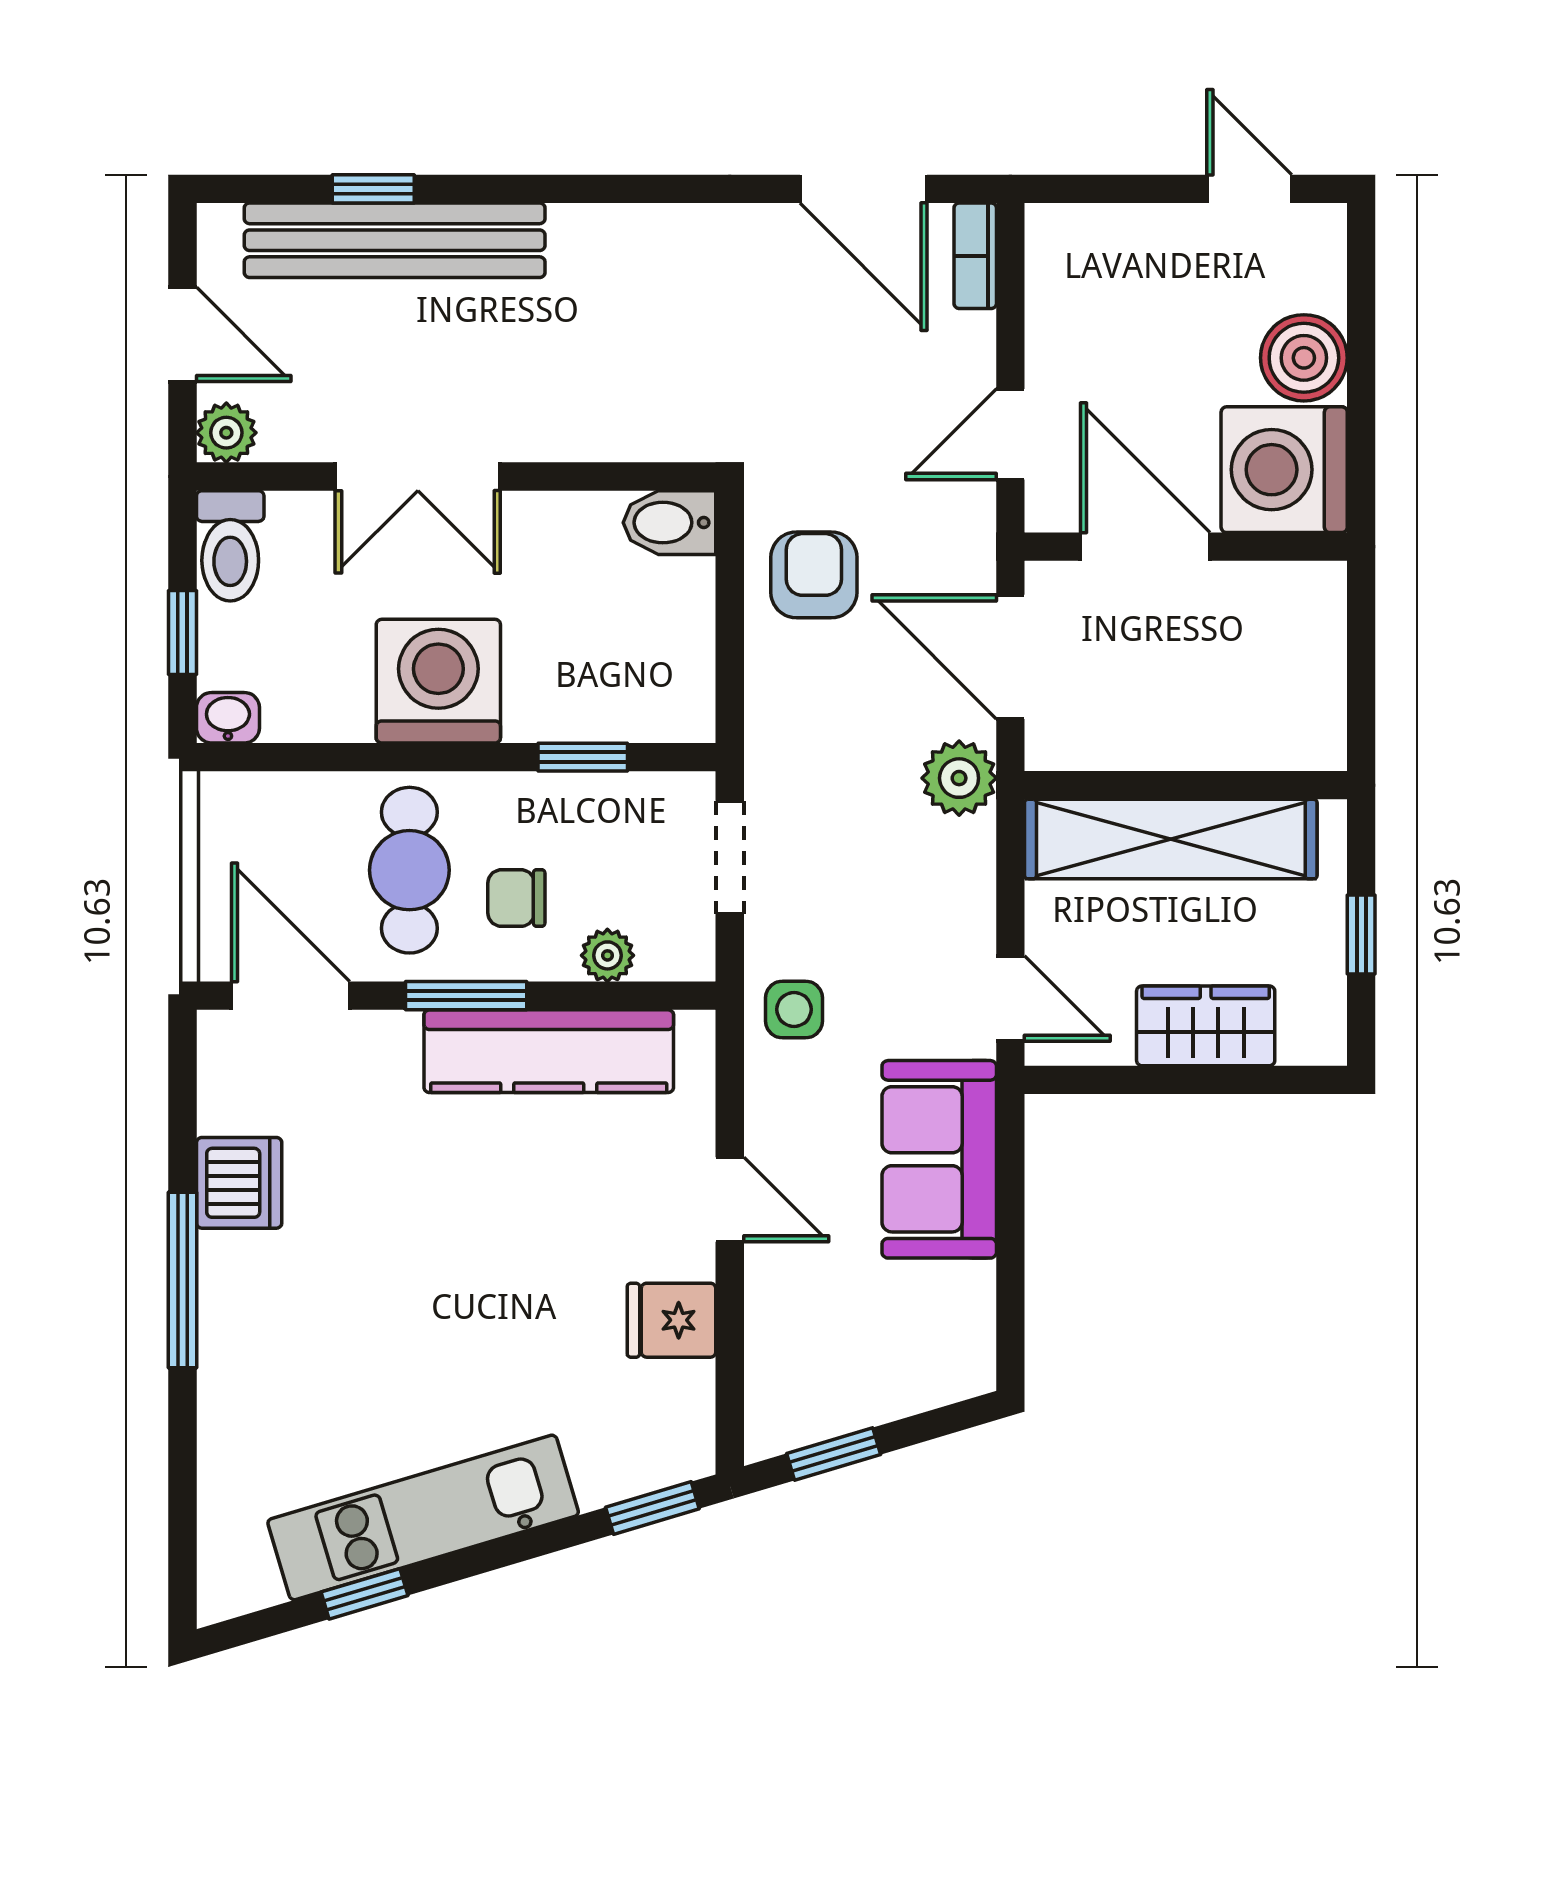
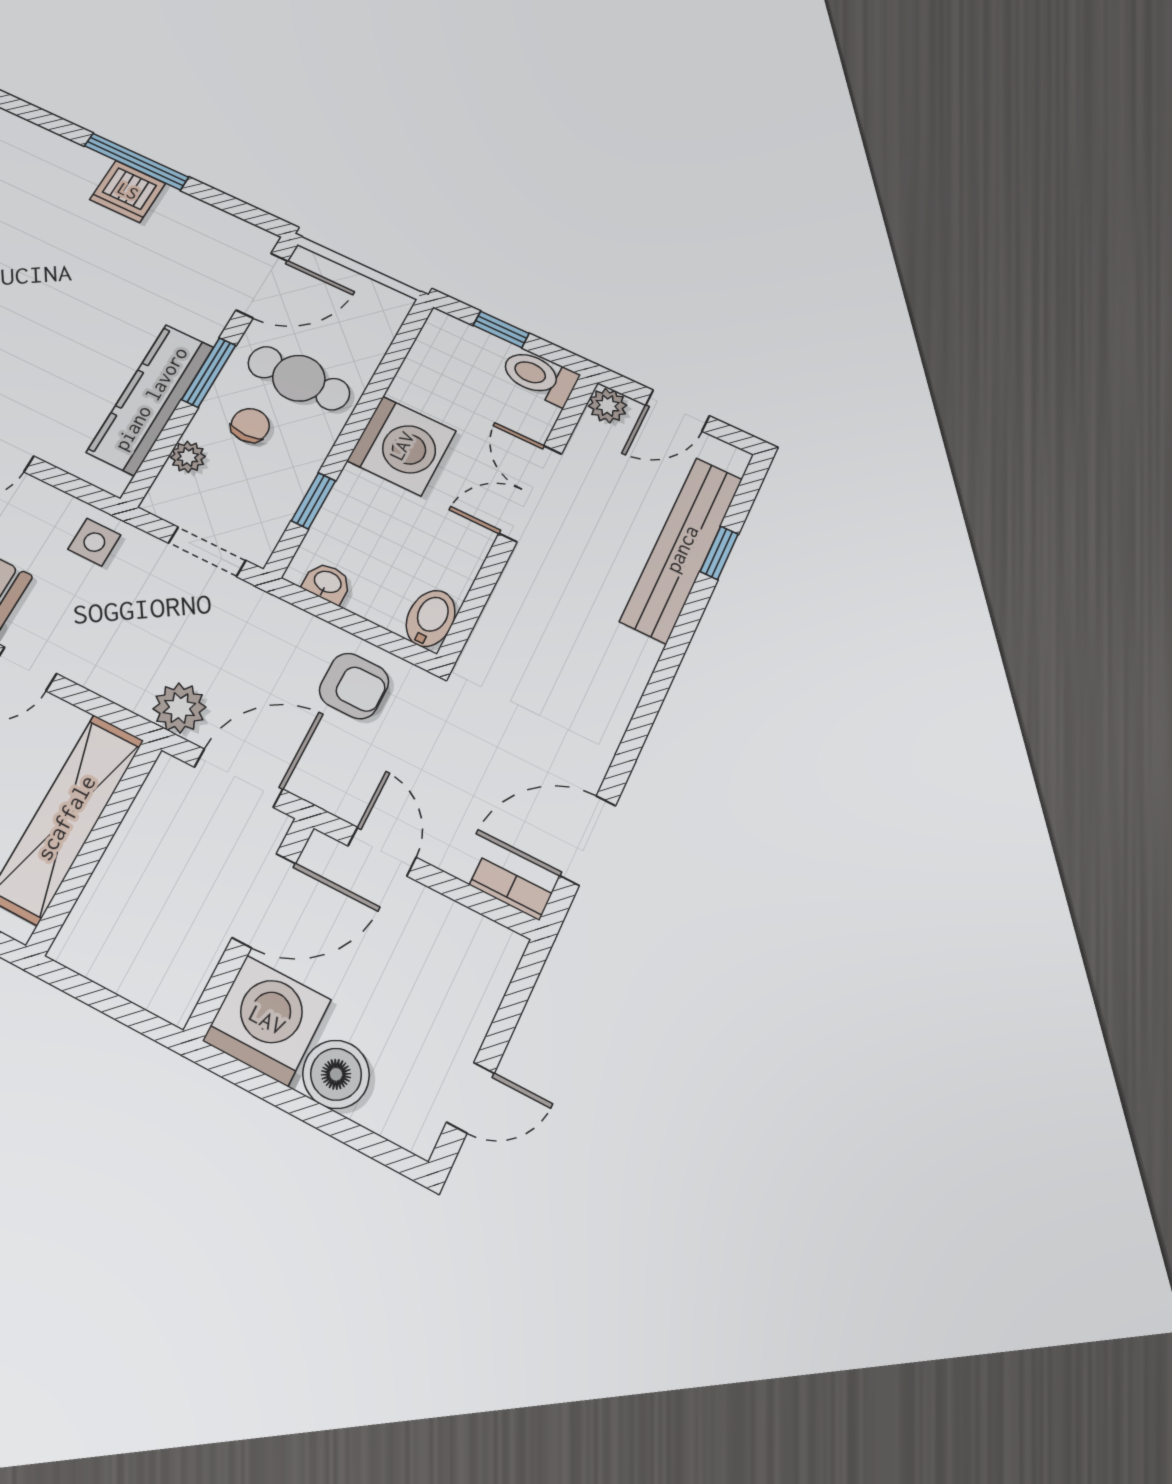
washbasin: (228, 718) -> (327, 583), moved, turned -90
dishwasher: (239, 1183) -> (128, 191), moved

